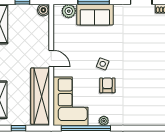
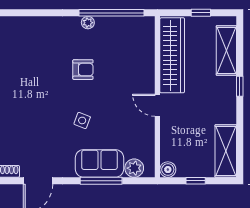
side table: (103, 64) -> (82, 120), moved
armchair: (107, 85) -> (83, 70), turned -90
corner sofa: (70, 101) -> (132, 48), removed

